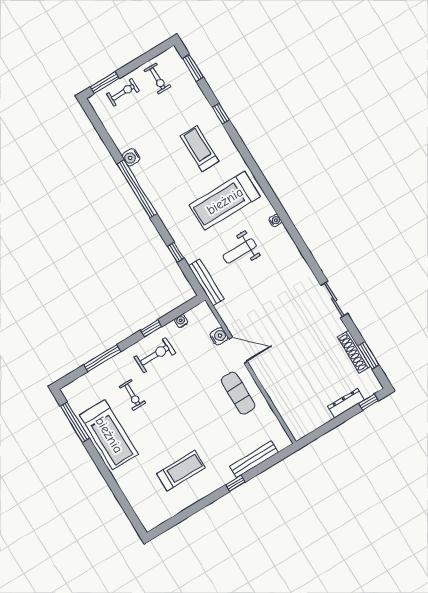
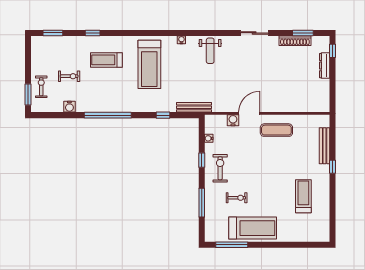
exercise bike: (157, 78) -> (69, 76), moved
water cooler: (131, 157) -> (69, 107), moved
weight bench: (240, 251) -> (210, 51), moved

